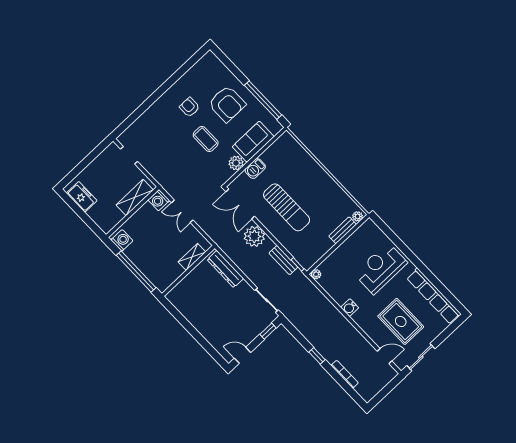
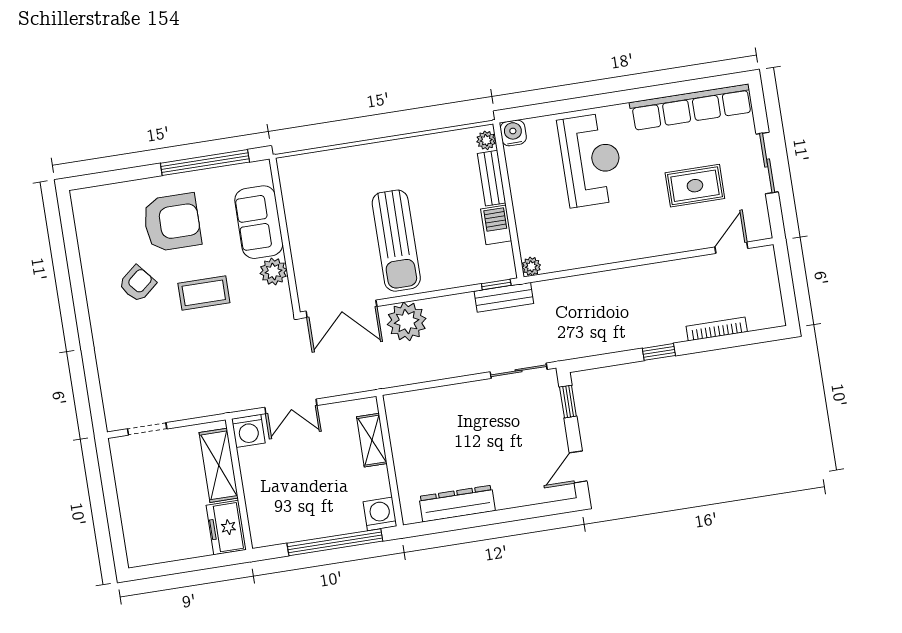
armchair: (190, 107) -> (137, 284), turned 140
barbecue: (255, 169) -> (496, 225), moved, turned 180
freezer: (82, 197) -> (226, 527), moved, turned -90
sun lounger: (287, 207) -> (396, 241), turned 90
washing machine: (122, 240) -> (380, 514), moved
bench: (283, 260) -> (504, 297), moved
reception desk: (381, 268) -> (591, 160), turned 180
dresser: (225, 269) -> (457, 504), moved, turned 180
water cooler: (350, 308) -> (513, 133), moved, turned 180
rug: (401, 321) -> (695, 186), width x0.73, depth x0.70
sliding door: (421, 357) -> (767, 163), moved

